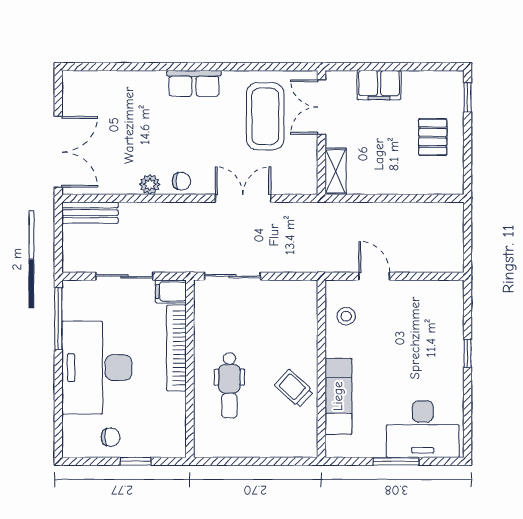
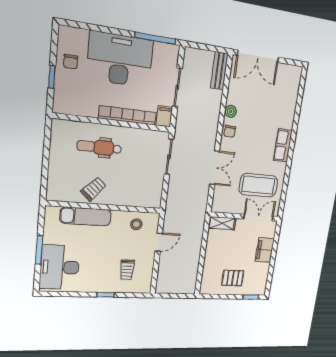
trolley: (423, 323) -> (127, 270), added

